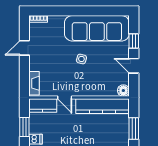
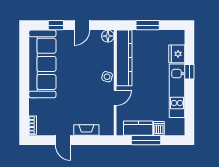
side table: (81, 59) -> (107, 77), moved
fireplace: (34, 83) -> (86, 130), moved
kitchen counter: (43, 106) -> (138, 128), moved, turned -90
window: (24, 127) -> (146, 140), width x1.44

